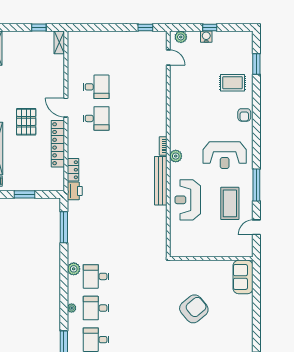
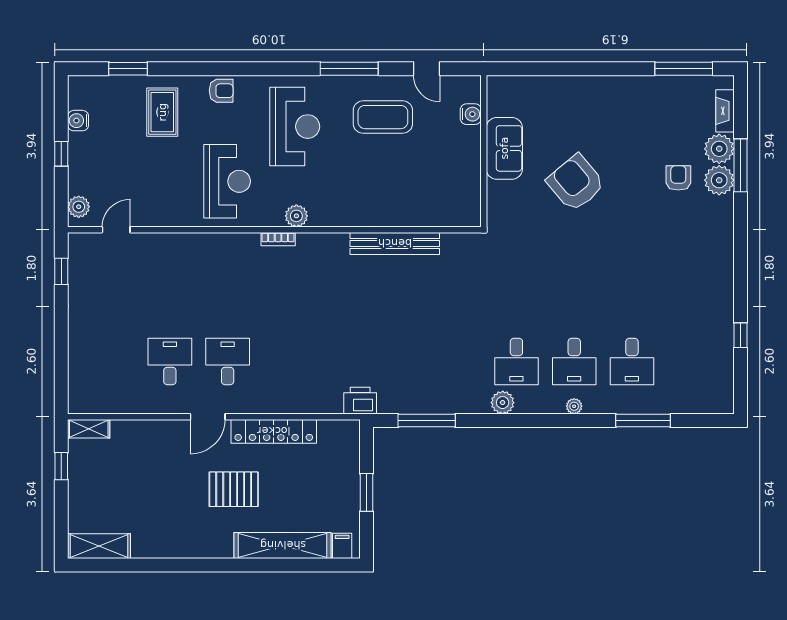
water cooler: (206, 37) -> (78, 121), moved
locker: (73, 170) -> (321, 404), removed
bench: (161, 181) -> (395, 243), moved
reception desk: (188, 200) -> (227, 181), moved, turned -90
water cooler: (231, 251) -> (471, 114), added
sofa: (243, 277) -> (504, 148), moved, turned -90

